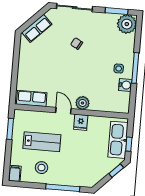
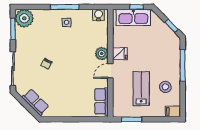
water cooler: (125, 85) -> (99, 15), moved
window: (116, 171) -> (171, 26), moved

